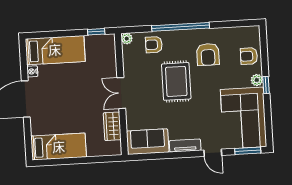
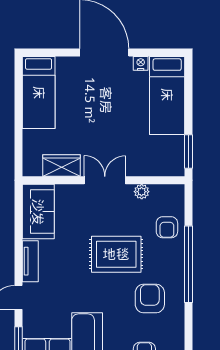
window: (96, 32) -> (189, 152), width x1.50
plant: (127, 39) -> (142, 192), moved
armchair: (154, 45) -> (167, 227), turned 180
armchair: (208, 54) -> (150, 299), turned 90

